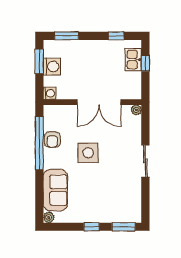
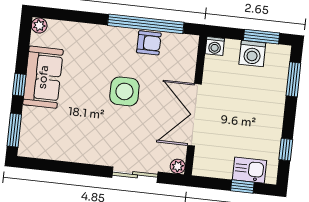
armchair: (52, 140) -> (149, 43), turned 180
sliding door: (145, 161) -> (135, 175), moved
sofa: (55, 190) -> (43, 77), moved, turned -90

